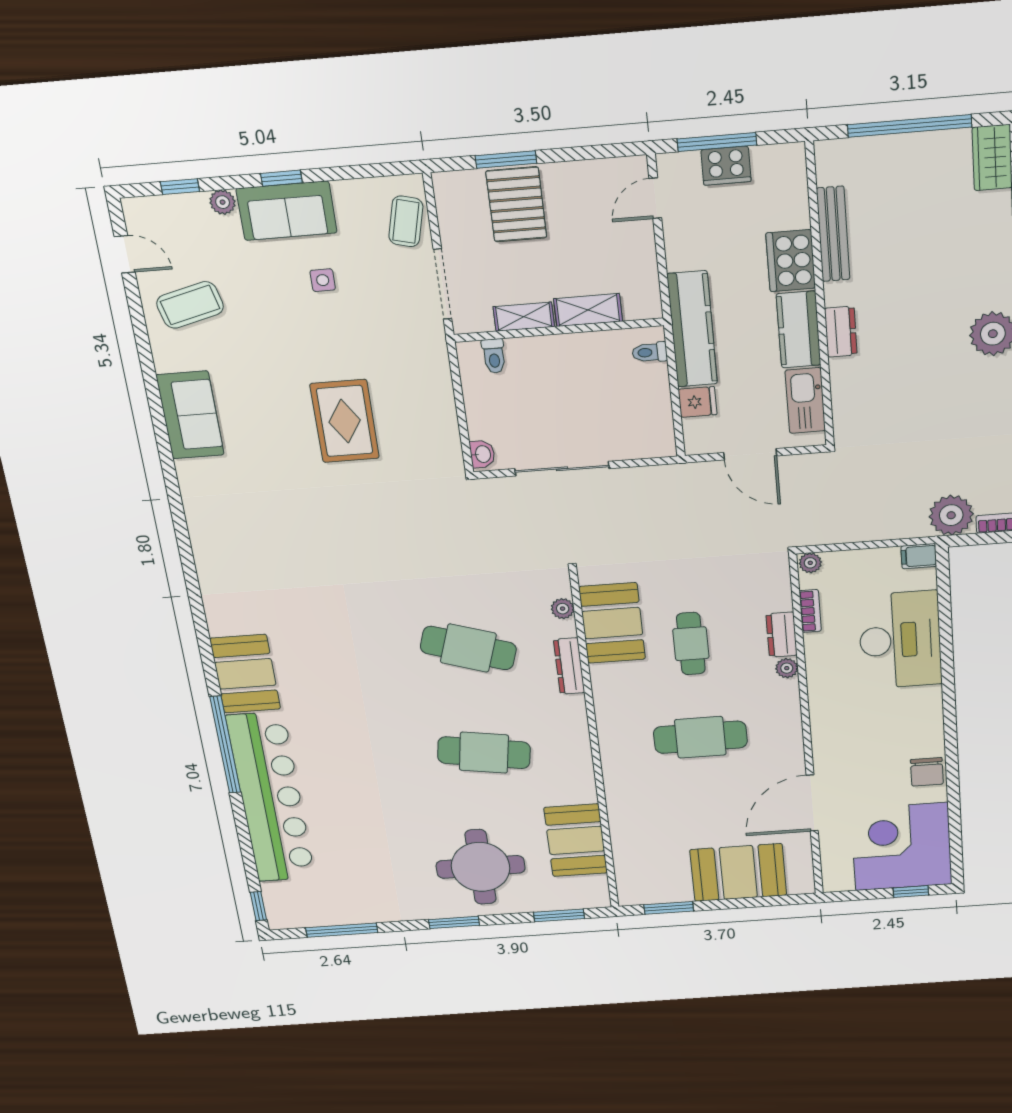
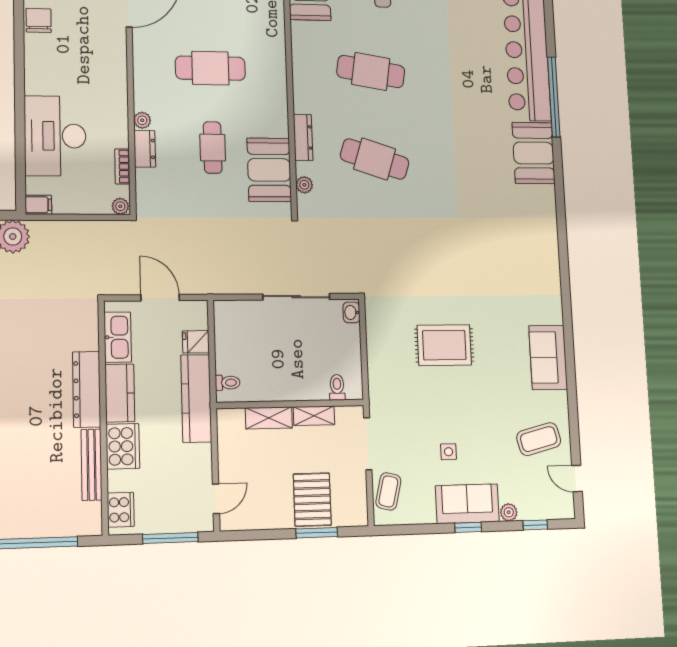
cooker: (726, 166) -> (121, 510), moved, turned 90
dresser: (841, 332) -> (87, 389), width x1.96, depth x1.24
rug: (345, 421) -> (444, 345), turned 90

